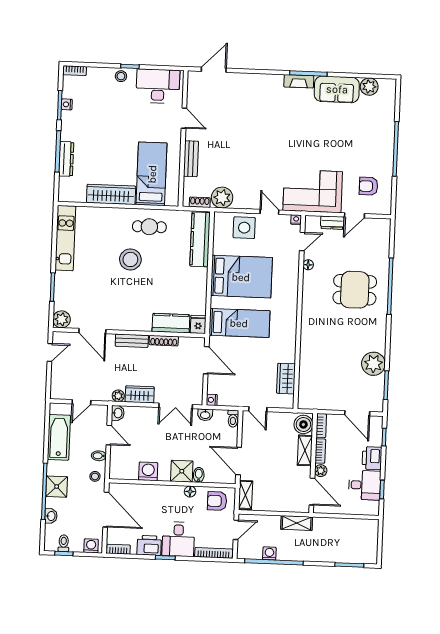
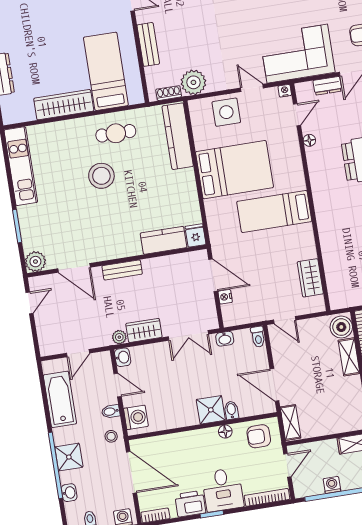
bed: (239, 323) -> (274, 211), moved, turned 180
shoe rack: (164, 341) -> (159, 262), removed
nightstand: (212, 400) -> (225, 297), moved
washing machine: (148, 471) -> (136, 417), moved, turned 90

